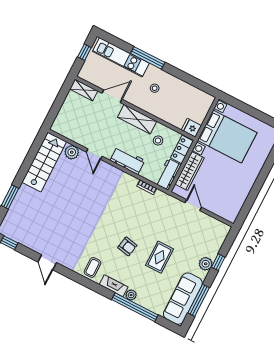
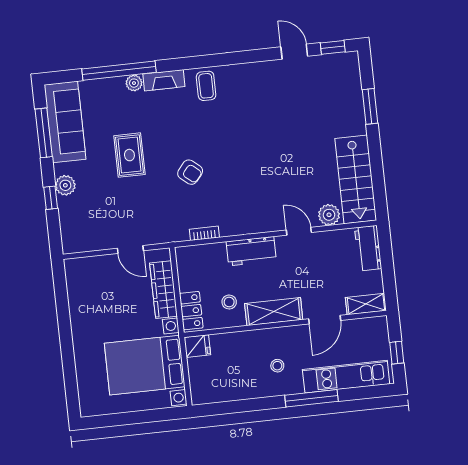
workbench: (168, 174) -> (368, 248), moved, turned 180
armchair: (127, 246) -> (190, 172), moved, turned -151
door: (47, 262) -> (294, 52), moved

